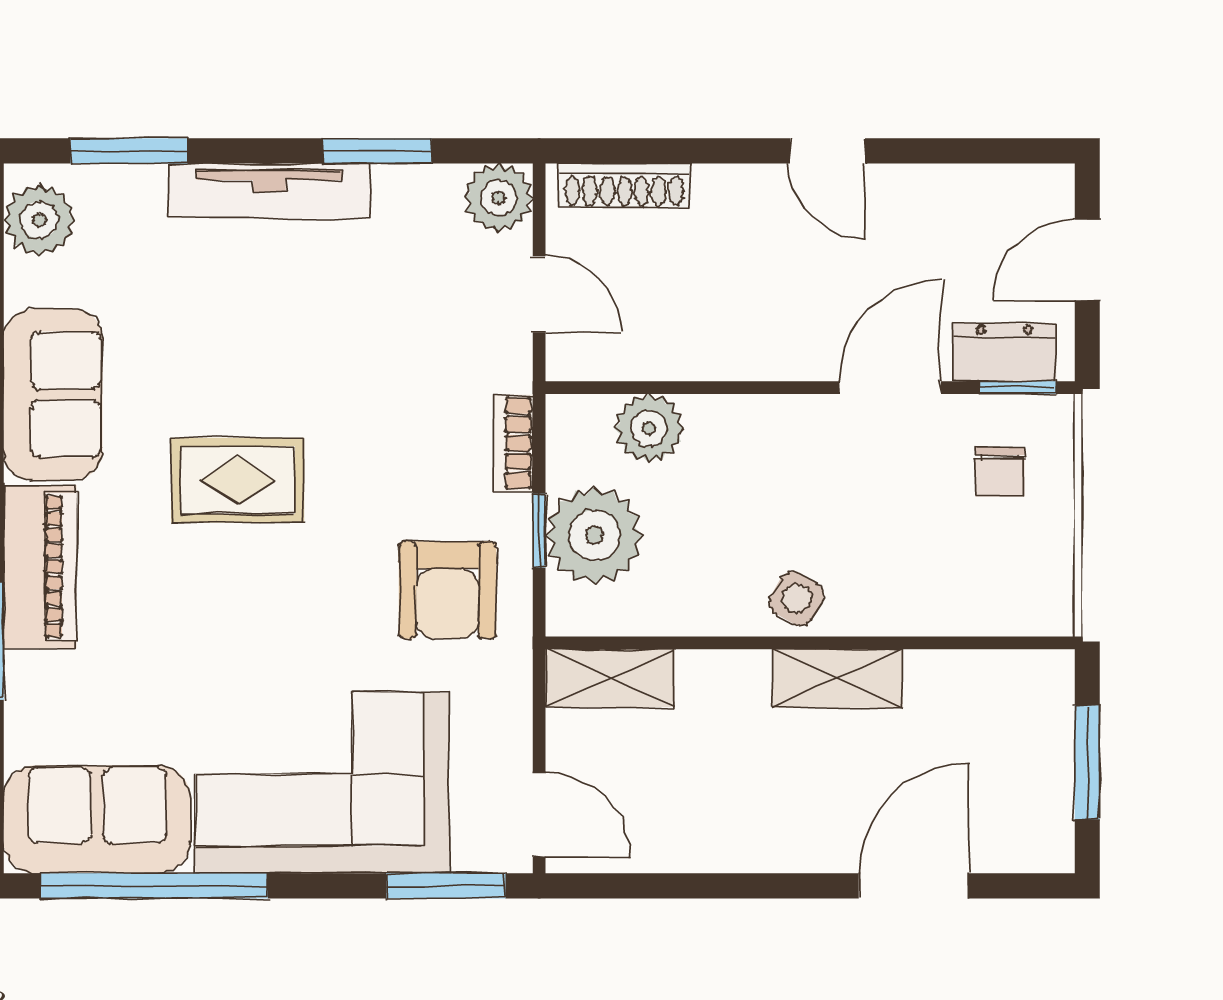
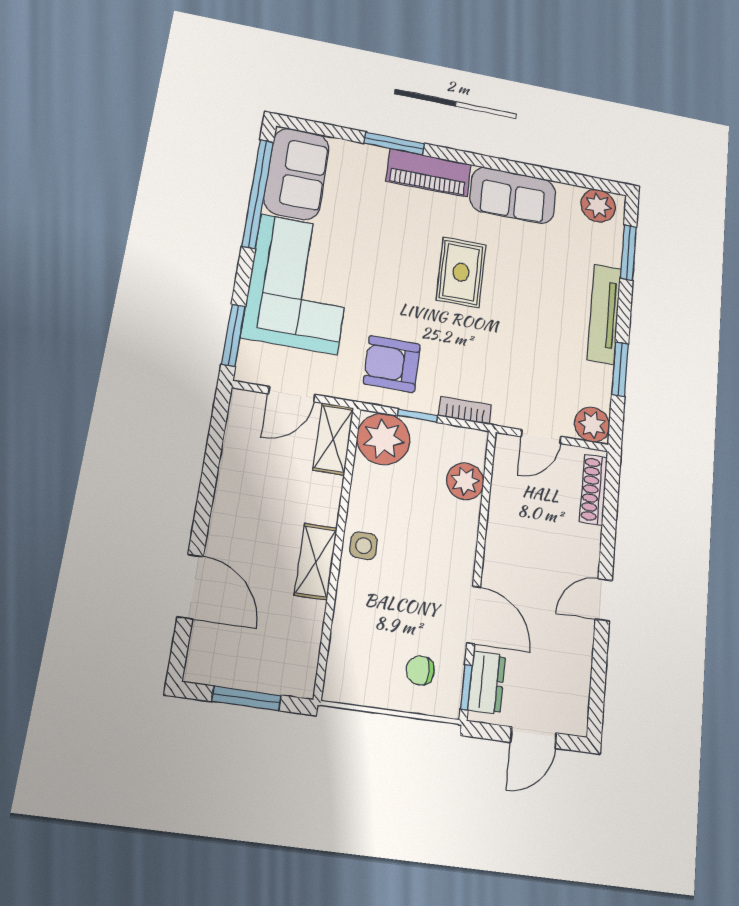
door: (1087, 260) -> (533, 738), swing flipped
plant: (594, 536) -> (383, 439), moved
side table: (796, 598) -> (364, 546), turned -30
door: (539, 815) -> (292, 394), moved

